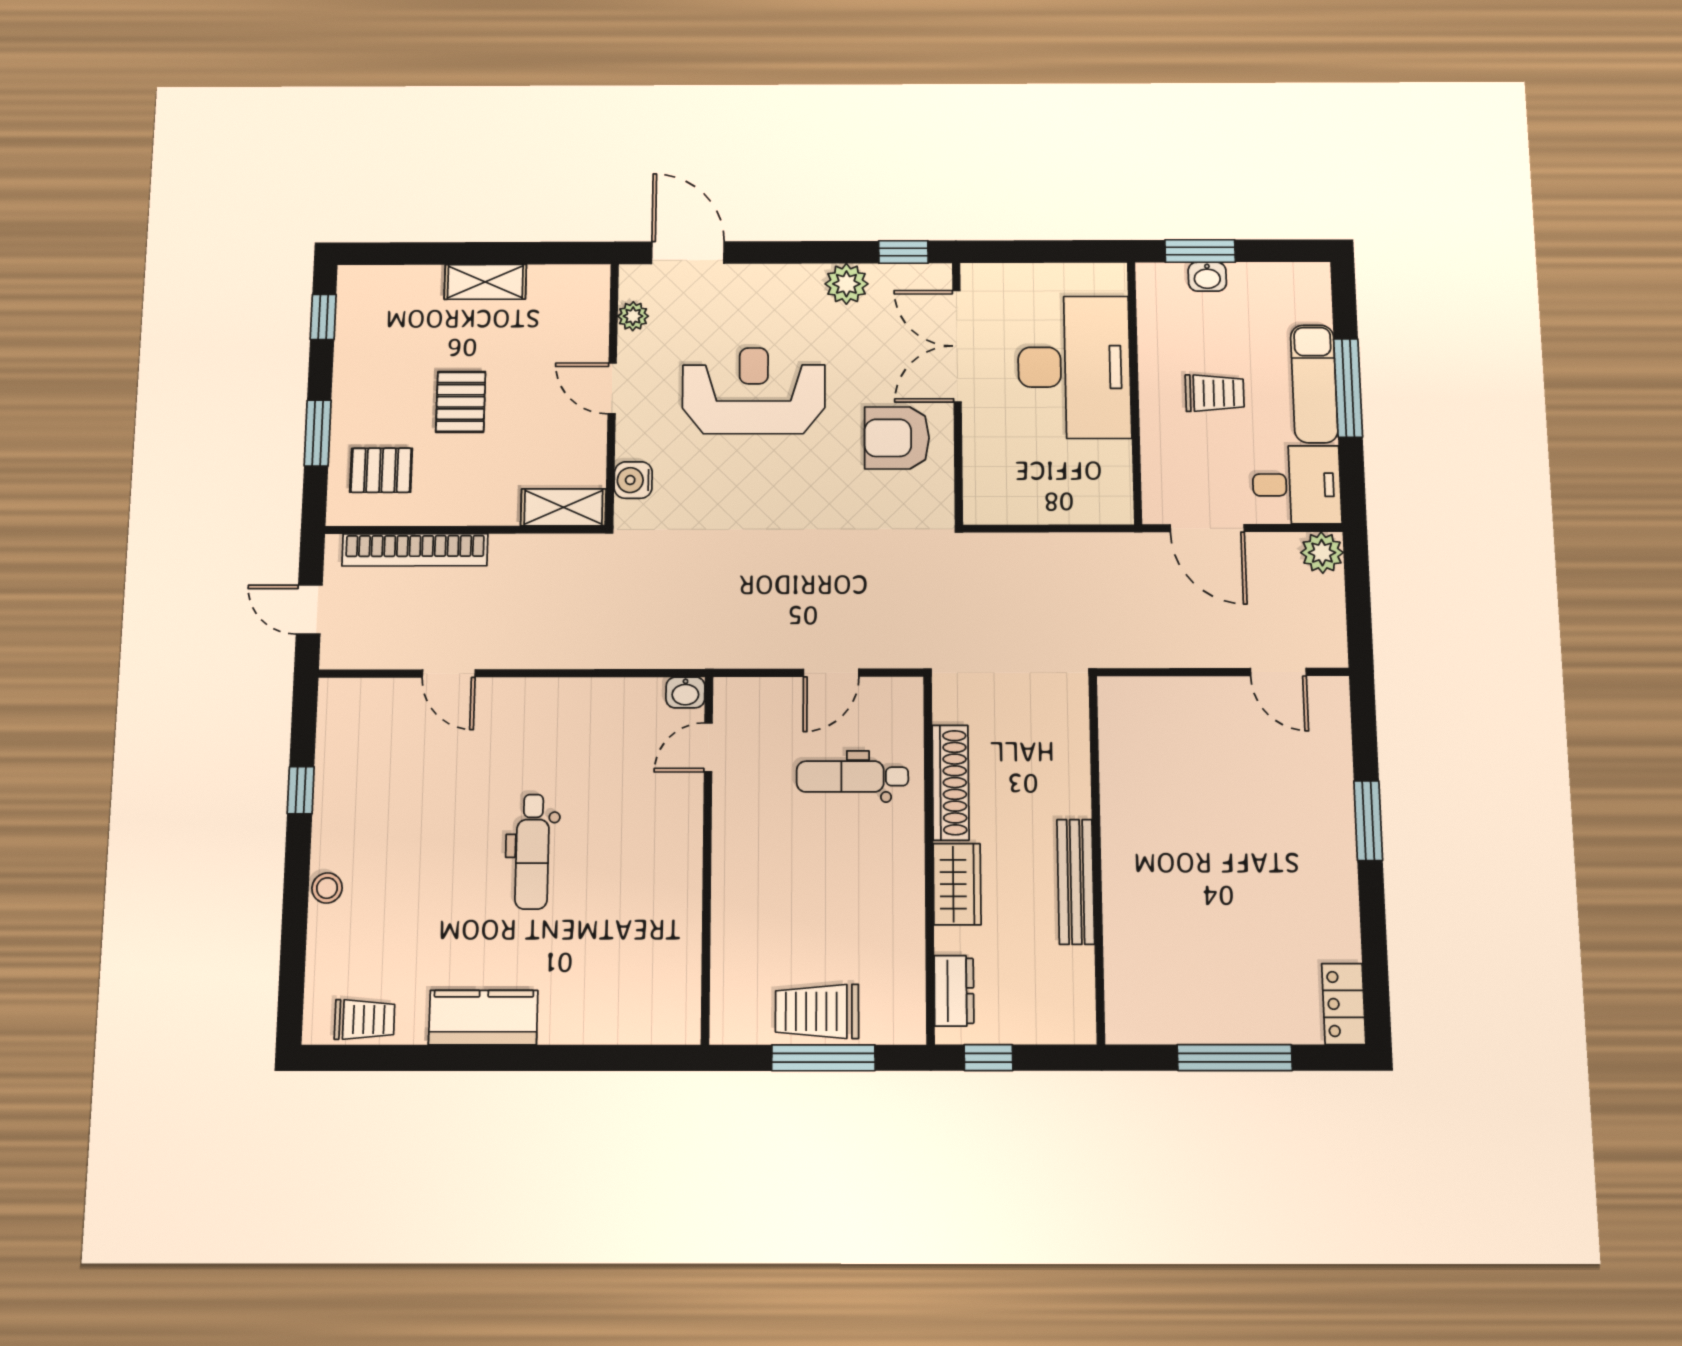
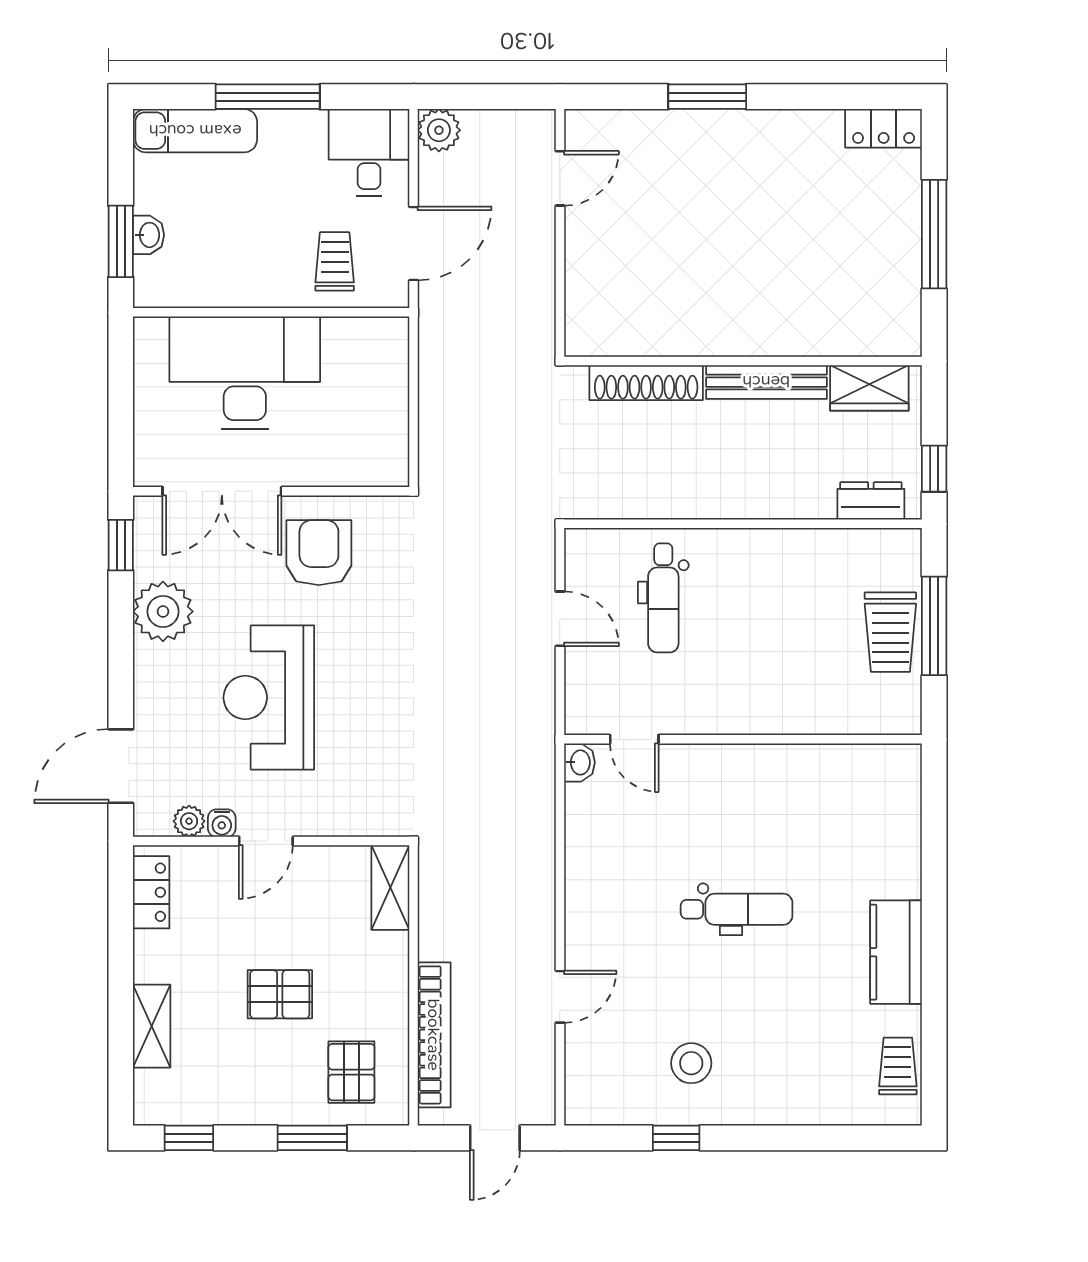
locker: (564, 281) -> (151, 892), added
shelving: (485, 282) -> (152, 1026), moved
plant: (846, 284) -> (163, 611), width x1.36, depth x1.36
exam couch: (1314, 384) -> (195, 131), moved
trolley: (1215, 393) -> (335, 261), moved
armchair: (897, 438) -> (319, 553), turned 180
water cooler: (633, 480) -> (222, 823), moved, width x0.72, depth x0.72
shoe rack: (950, 783) -> (646, 383), moved, turned 180
wardrobe: (957, 884) -> (869, 388), moved, turned 180
stool: (327, 888) -> (691, 1063), moved, width x1.37, depth x1.37

